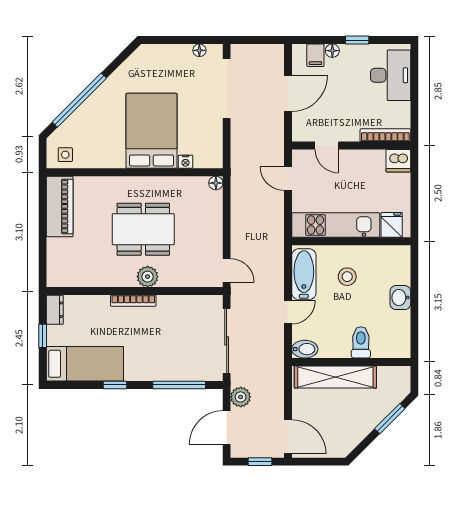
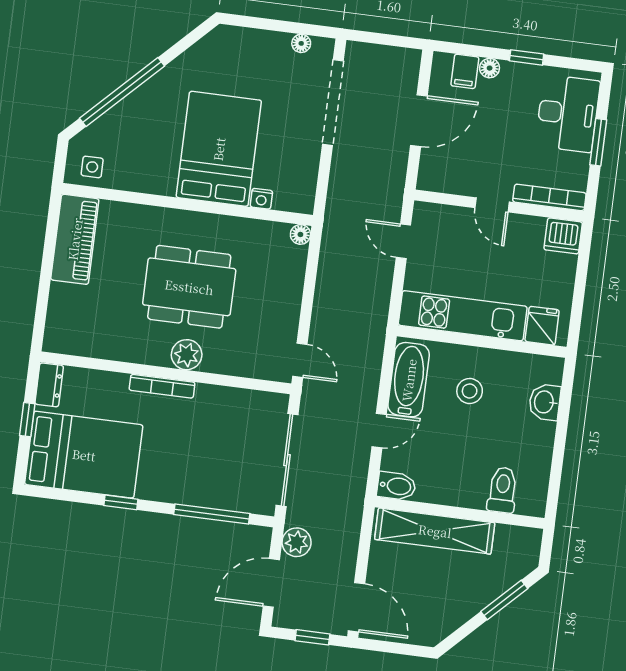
window: (414, 93) -> (598, 142), added
door: (327, 145) -> (492, 205), moved
washbasin: (400, 298) -> (545, 402), moved
toilet: (361, 342) -> (502, 490), moved
bed: (85, 364) -> (84, 455), width x1.50

